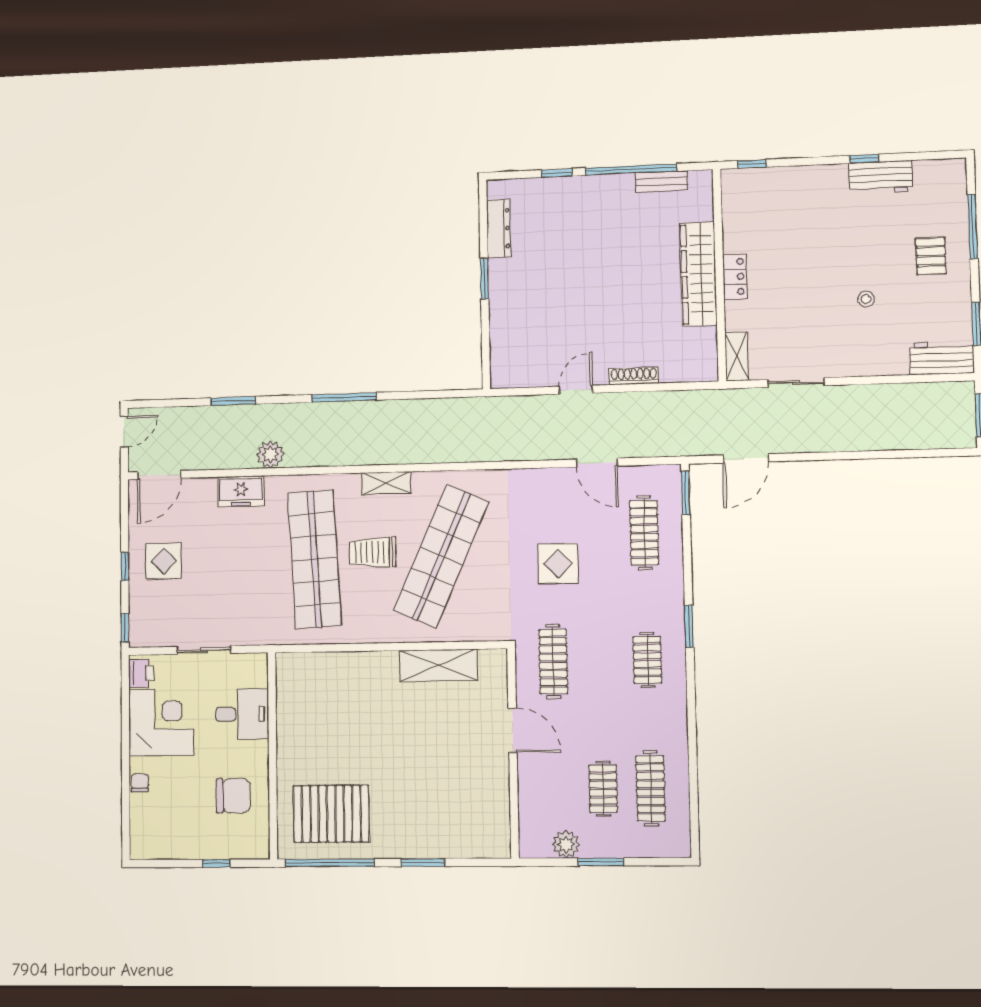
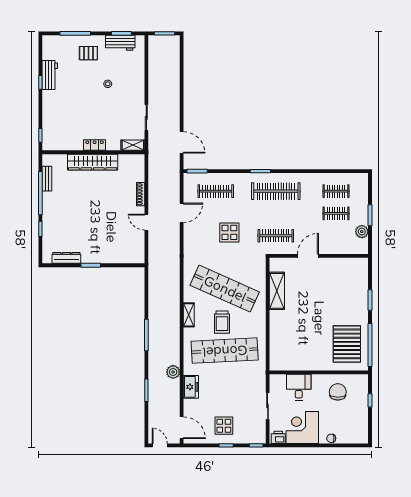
workbench: (942, 358) -> (120, 43), moved, turned -90
clothes rail: (647, 660) -> (276, 191), width x1.86, depth x1.31
clothes rail: (651, 788) -> (336, 191), width x0.73

